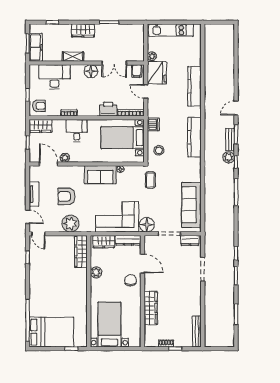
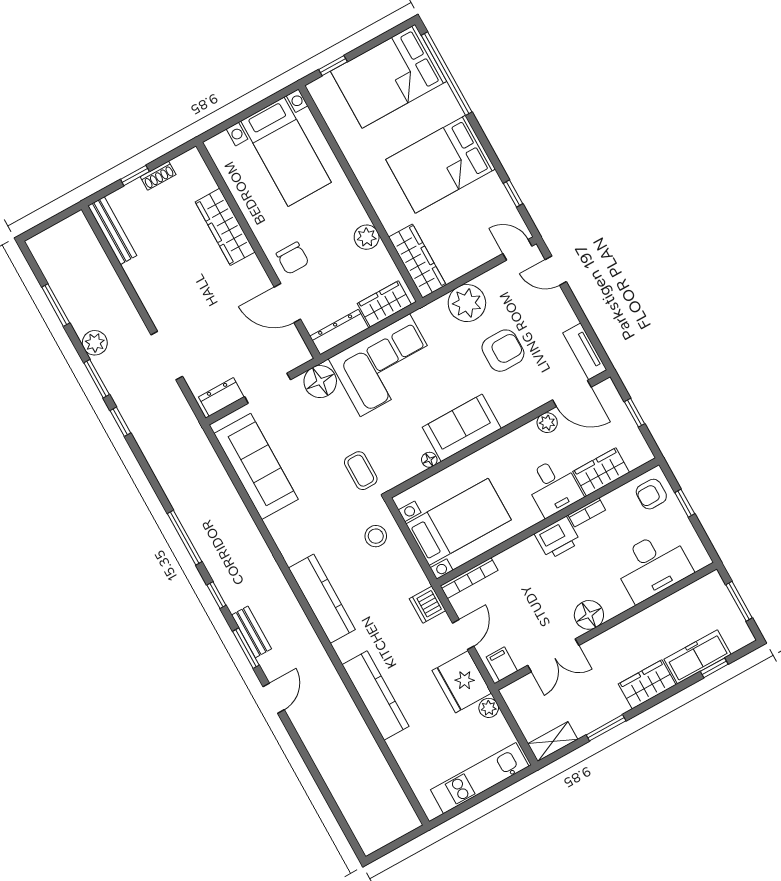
freezer: (36, 47) -> (698, 657), moved, turned 90
shelving: (73, 57) -> (553, 742), moved
double door: (114, 63) -> (553, 655), swing flipped
door: (146, 91) -> (463, 635), hinge flipped
printer: (108, 109) -> (557, 538), moved
dishwasher: (153, 124) -> (428, 605), moved
wardrobe: (41, 126) -> (601, 472), moved
plant: (229, 157) -> (95, 343), moved
tv unit: (34, 194) -> (585, 351), moved
bed: (50, 285) -> (440, 164), added

